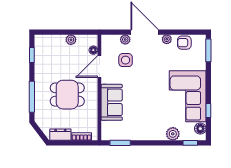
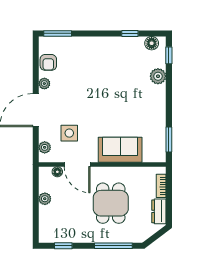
plant: (125, 40) -> (45, 147), moved
corner sofa: (188, 96) -> (113, 58), removed

